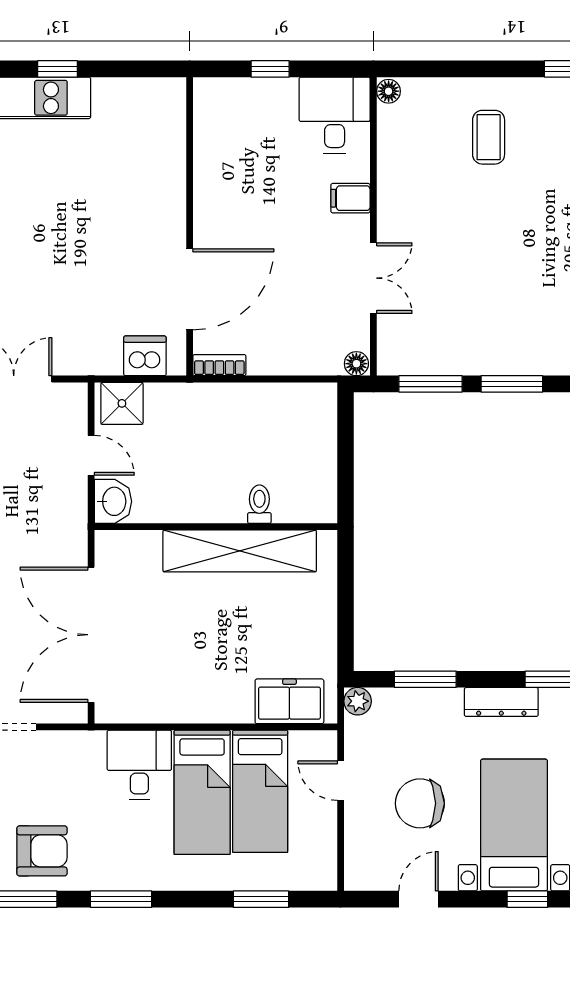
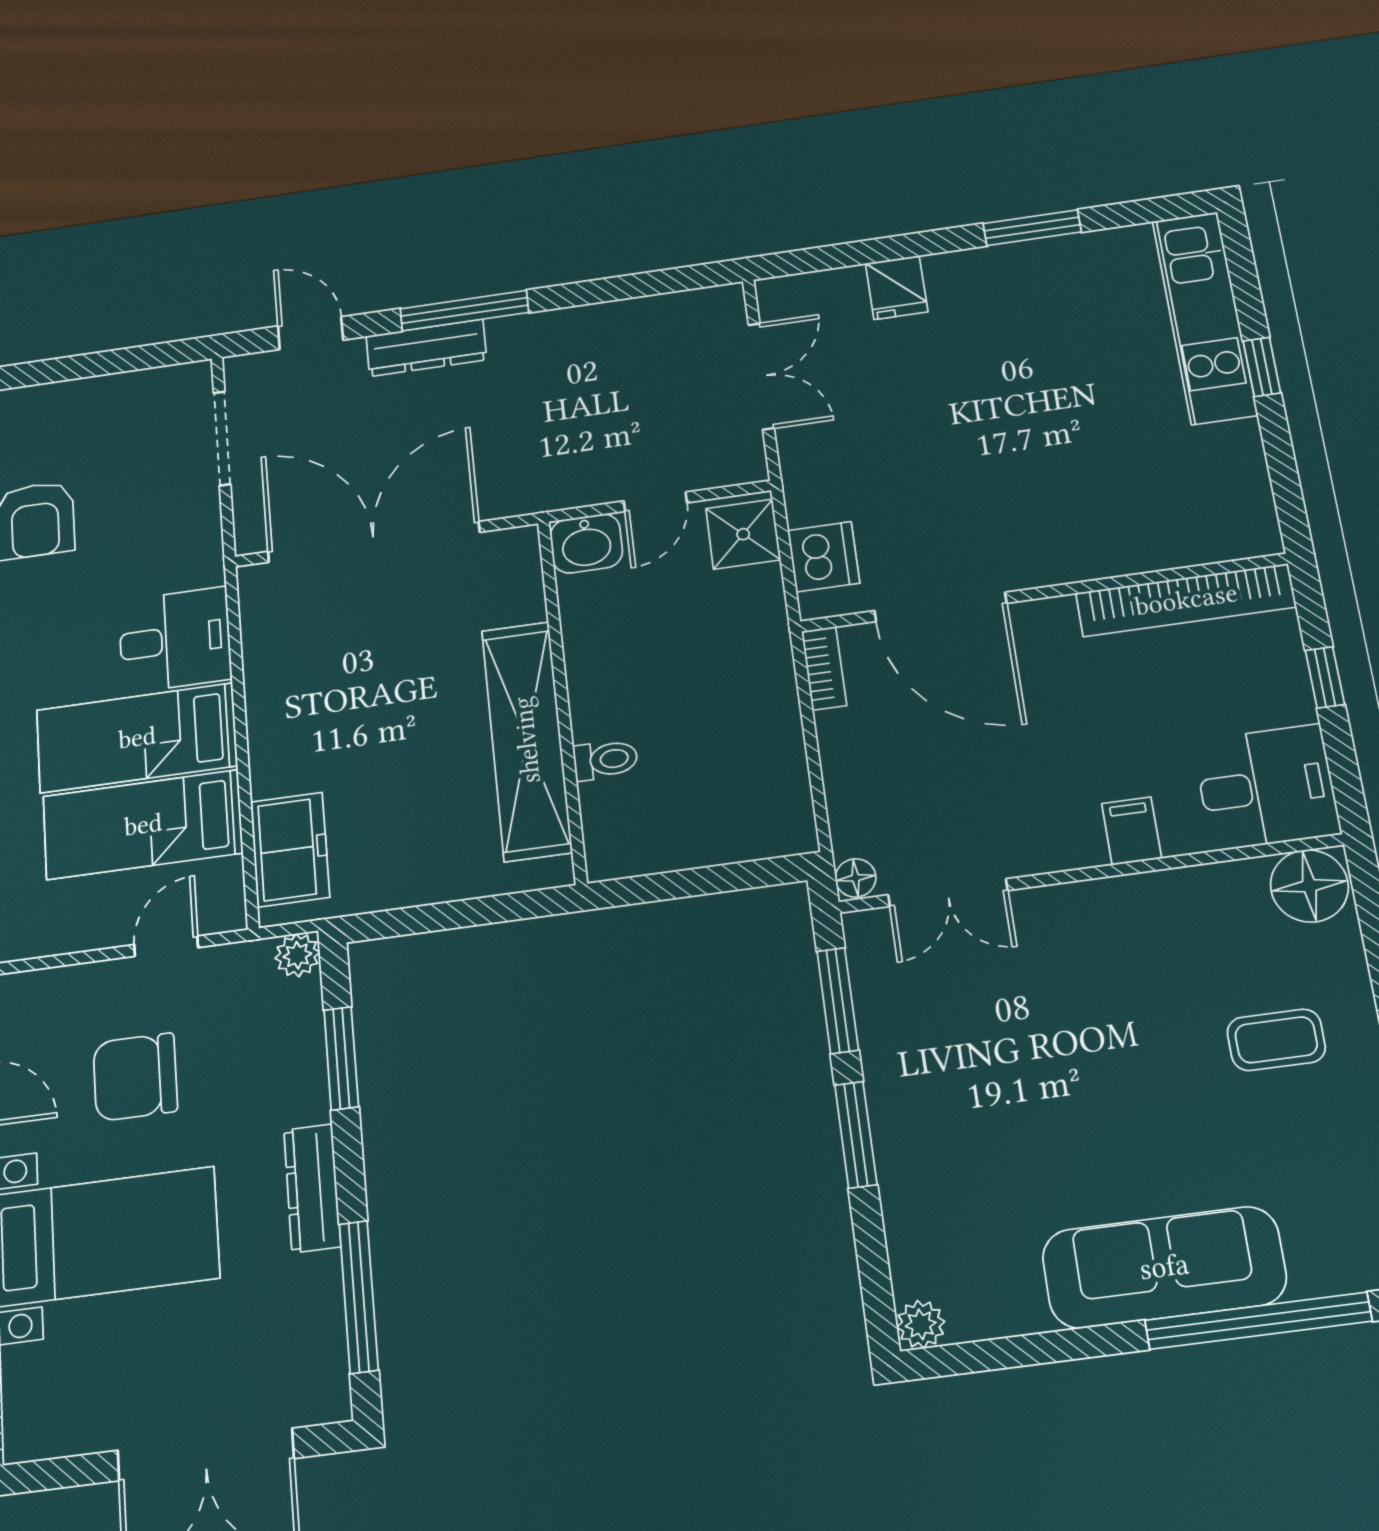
floor lamp: (389, 91) -> (1309, 886), width x1.89, depth x1.89
bookcase: (208, 142) -> (1186, 600), added
double door: (373, 278) -> (948, 893), moved
chair: (420, 803) -> (135, 1077), turned -90

